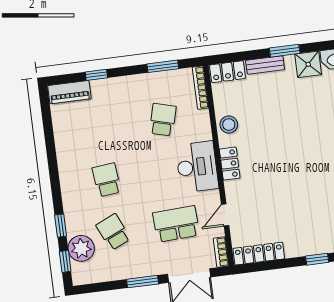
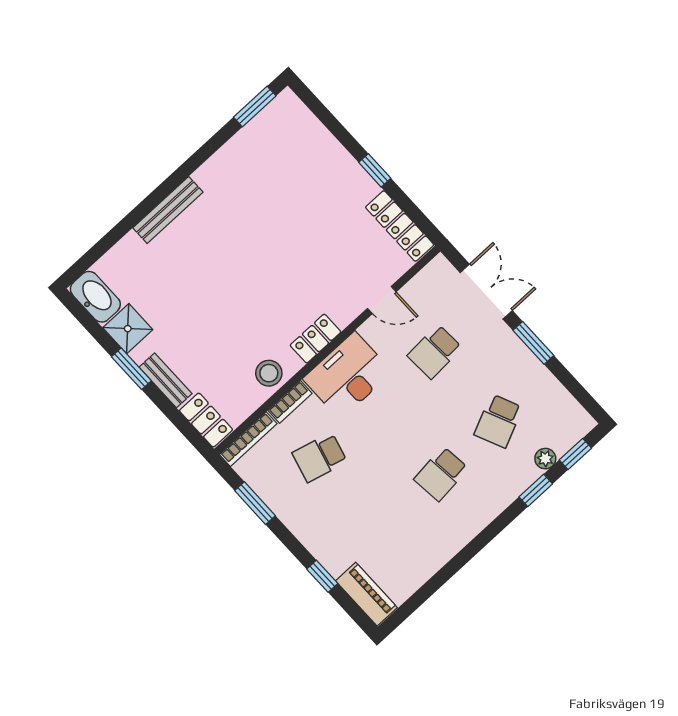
school desk: (176, 224) -> (435, 352), width x0.54
plant: (81, 248) -> (545, 459), width x0.53, depth x0.53
bookcase: (221, 252) -> (290, 402), moved
window: (317, 259) -> (375, 170), moved

